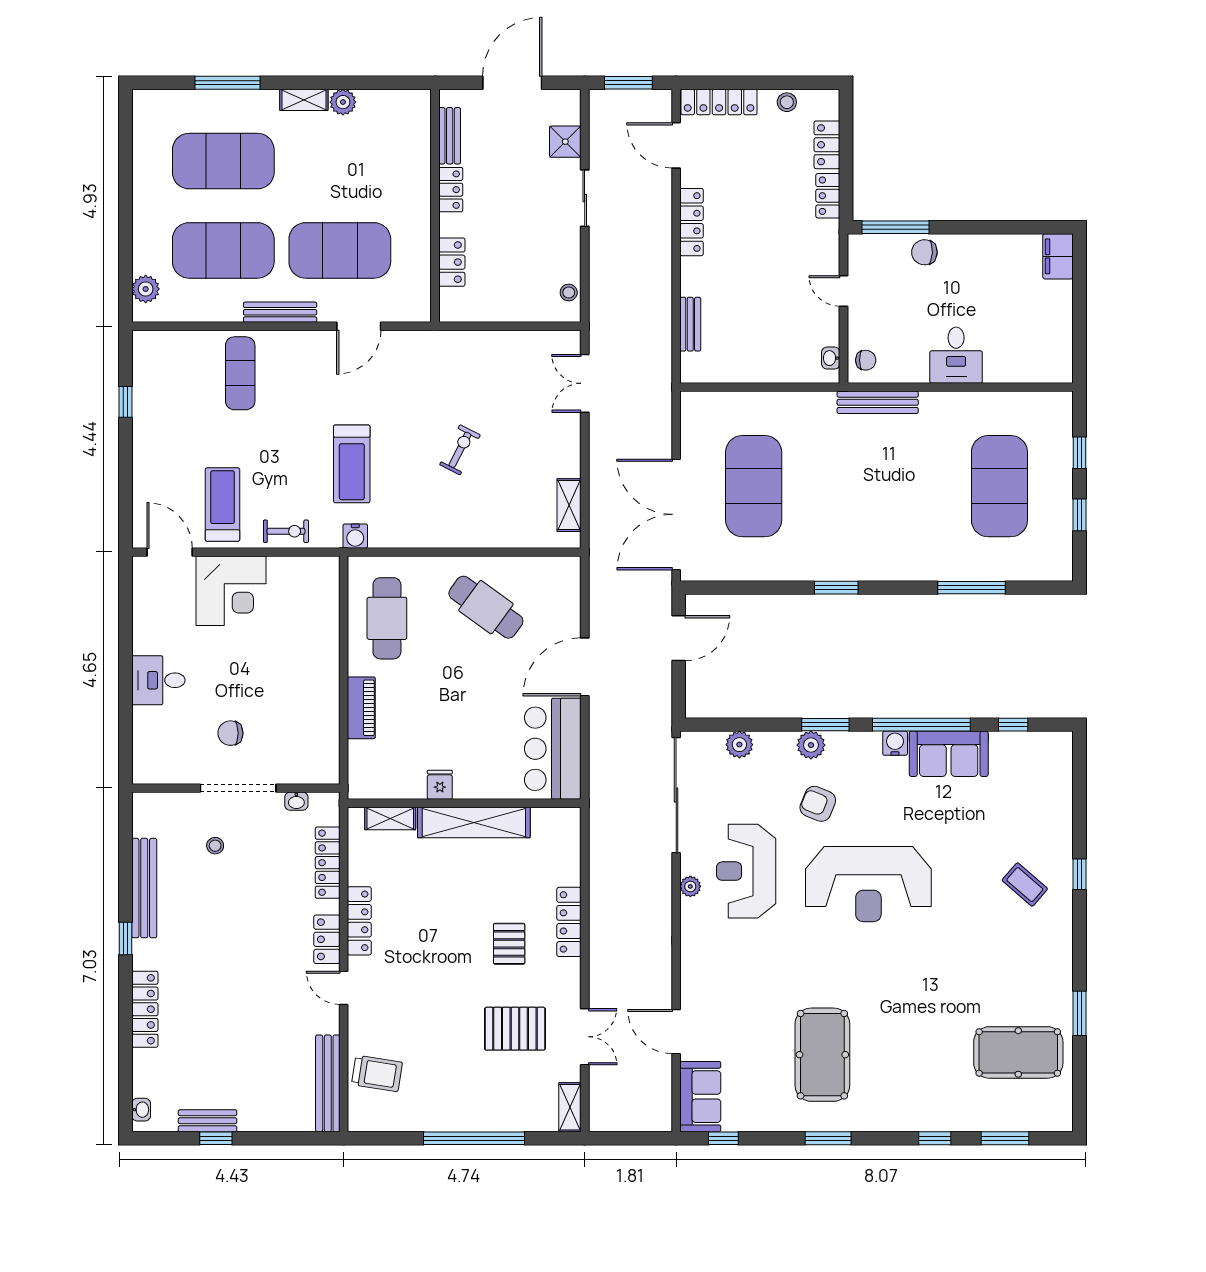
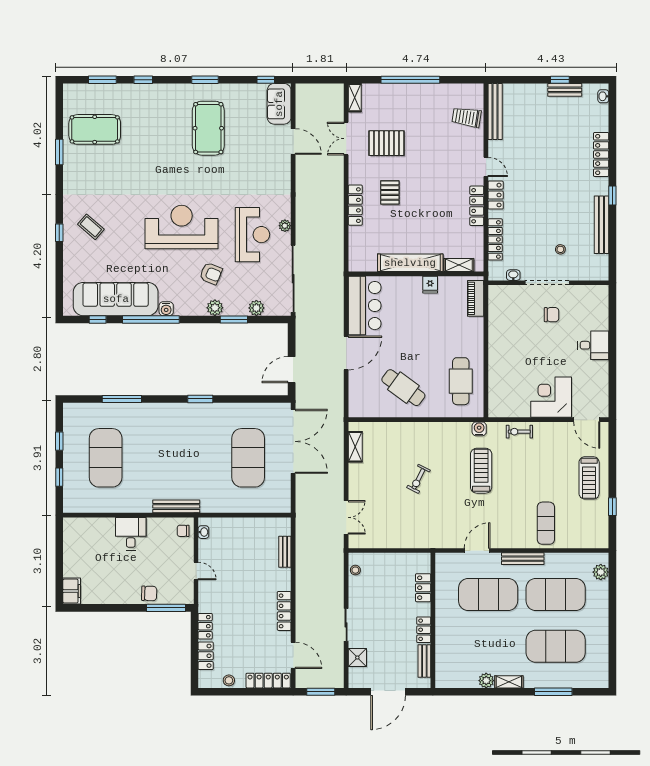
treadmill: (222, 504) -> (589, 478), moved
piano: (361, 708) -> (476, 298), moved
window: (825, 725) -> (234, 320), moved
sofa: (949, 754) -> (116, 299), width x1.85, depth x1.27

